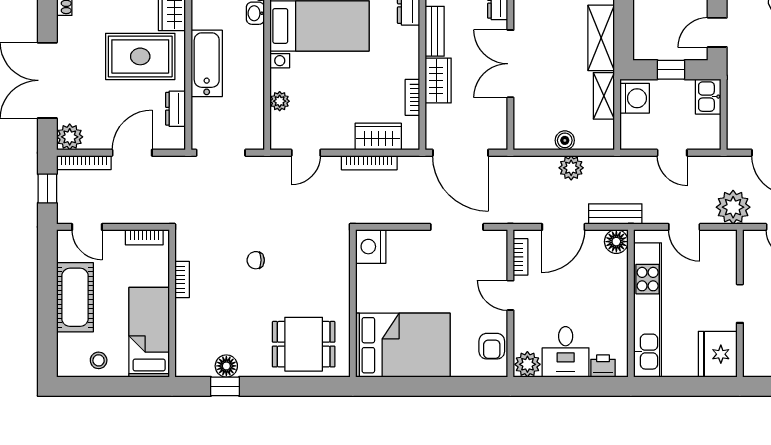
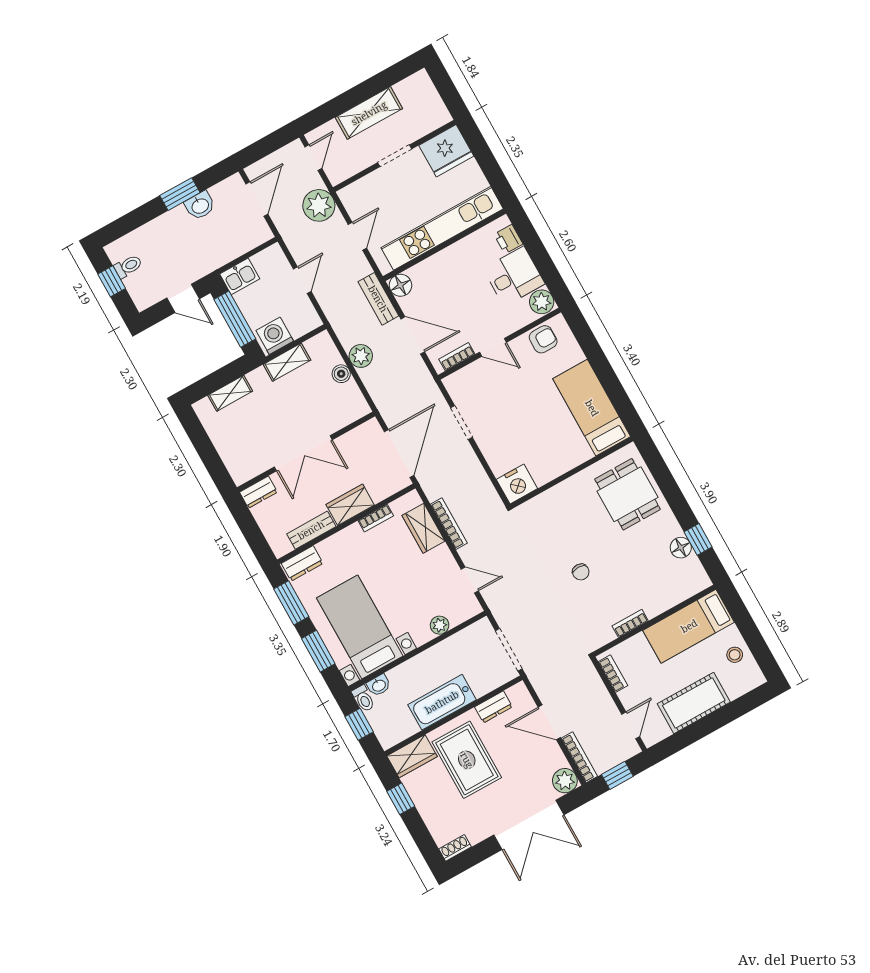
shelving: (601, 38) -> (230, 393), width x0.67, depth x0.75
window: (671, 70) -> (235, 319), width x2.17
doorway: (457, 227) -> (461, 422), width x0.73
door: (510, 295) -> (493, 347), hinge flipped
bed: (403, 345) -> (592, 408), width x0.67

